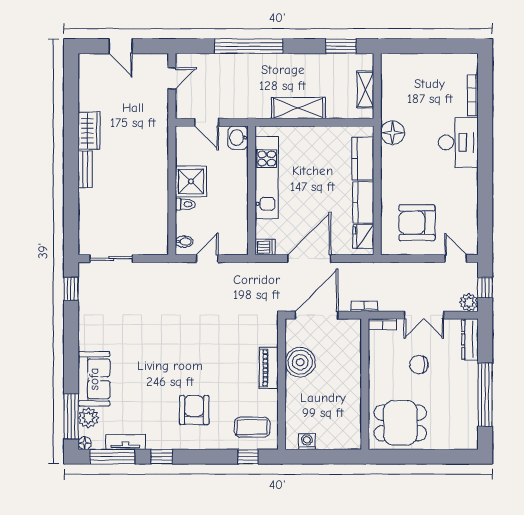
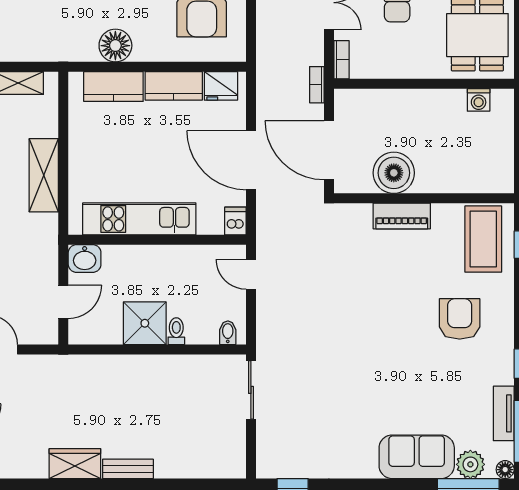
floor lamp: (393, 133) -> (115, 46), moved
sliding door: (111, 258) -> (251, 390), moved
door: (207, 258) -> (251, 274), moved
armchair: (194, 410) -> (460, 319), turned 90
coffee table: (252, 427) -> (483, 239), width x1.36, depth x1.32
washing machine: (307, 441) -> (479, 100), moved, turned -90

